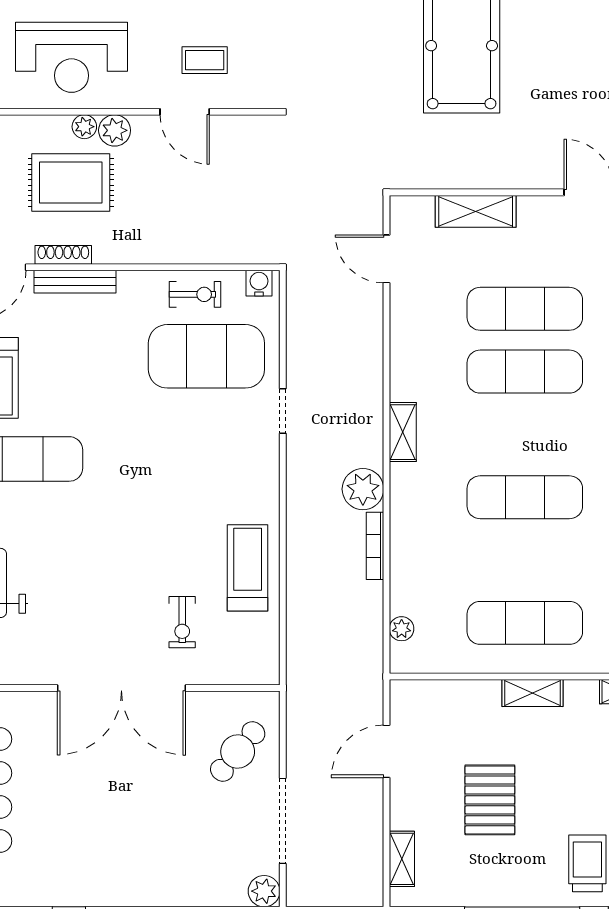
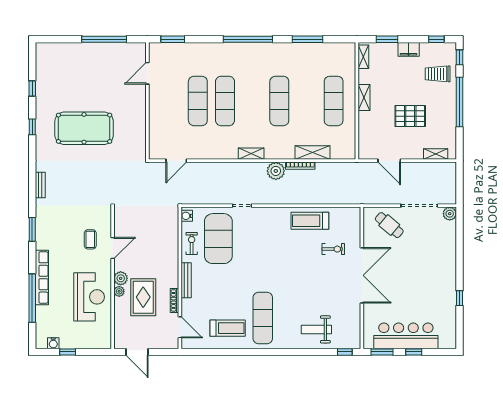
shelving: (476, 211) -> (313, 153), moved, turned 90
bench: (75, 282) -> (186, 280), moved
plant: (402, 629) -> (336, 154), removed

